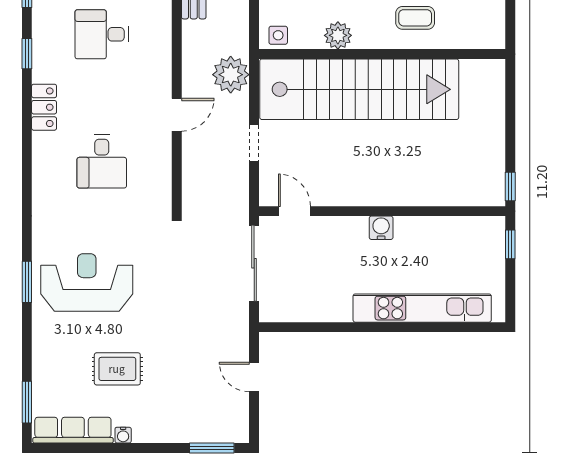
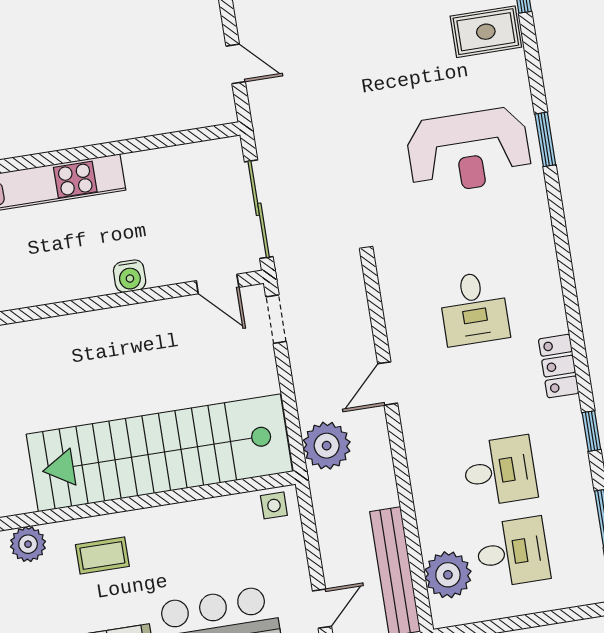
plant: (338, 35) -> (28, 544), moved
doorway: (254, 143) -> (276, 319), moved
desk: (102, 161) -> (474, 308), turned 180
water cooler: (381, 228) -> (130, 276), moved
rug: (117, 369) -> (486, 32), moved

